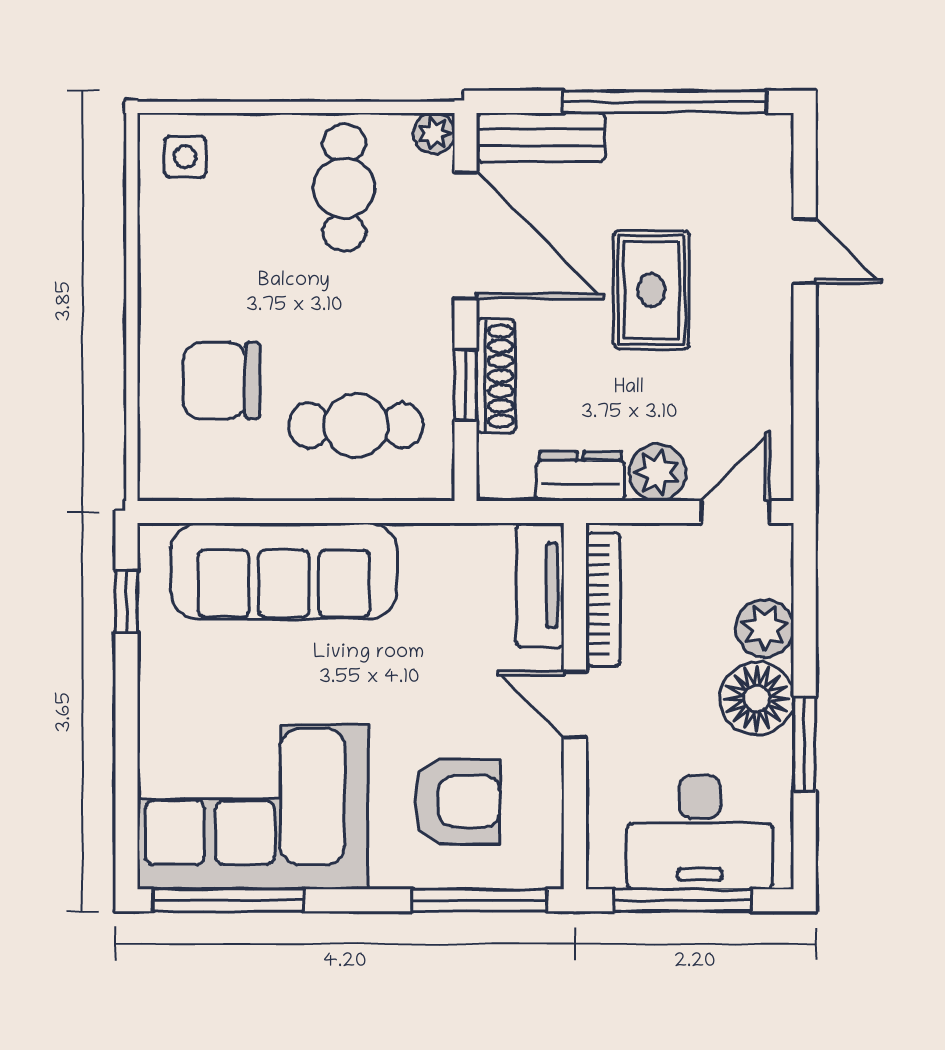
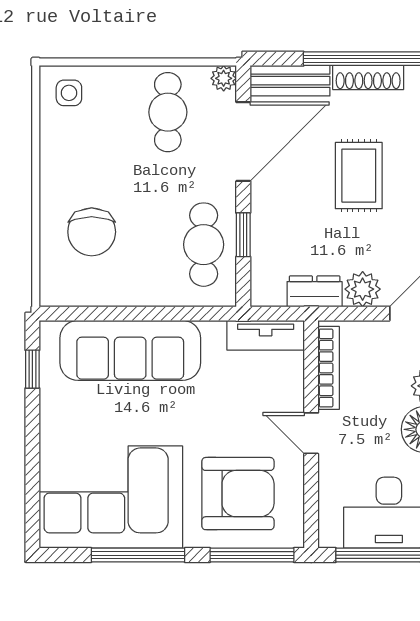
door: (466, 235) -> (243, 142), hinge flipped
shoe rack: (496, 376) -> (368, 78), moved, turned 90
chair: (222, 380) -> (92, 232), turned -90
cafe table: (356, 425) -> (204, 245), moved, turned 90
tv unit: (540, 585) -> (266, 335), moved, turned -90
armchair: (457, 801) -> (238, 494), width x1.36, depth x1.36
window: (228, 900) -> (138, 555), moved

